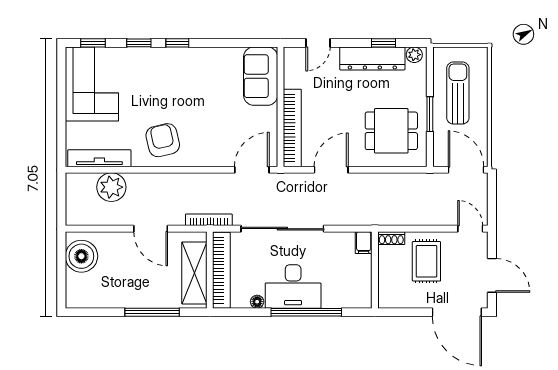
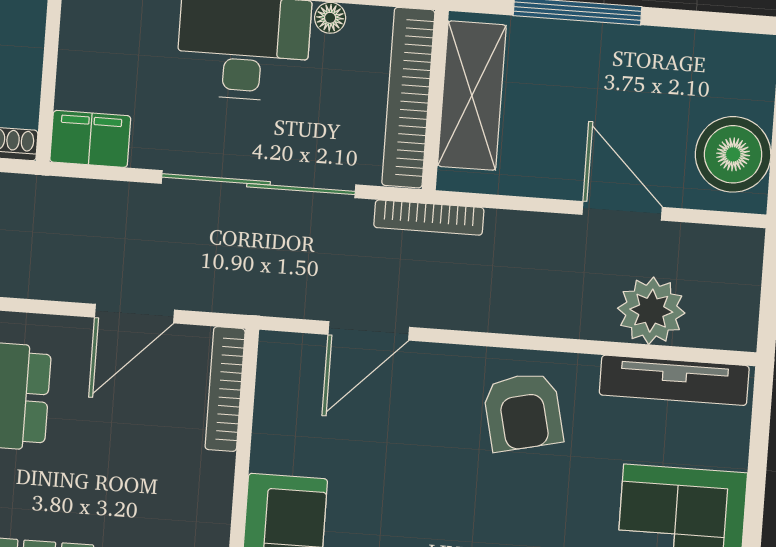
bookcase: (292, 128) -> (225, 389), width x0.68, depth x0.76
door: (252, 170) -> (369, 331), moved
door: (151, 229) -> (622, 211), moved
filing cabinet: (364, 243) -> (90, 139), width x2.00

